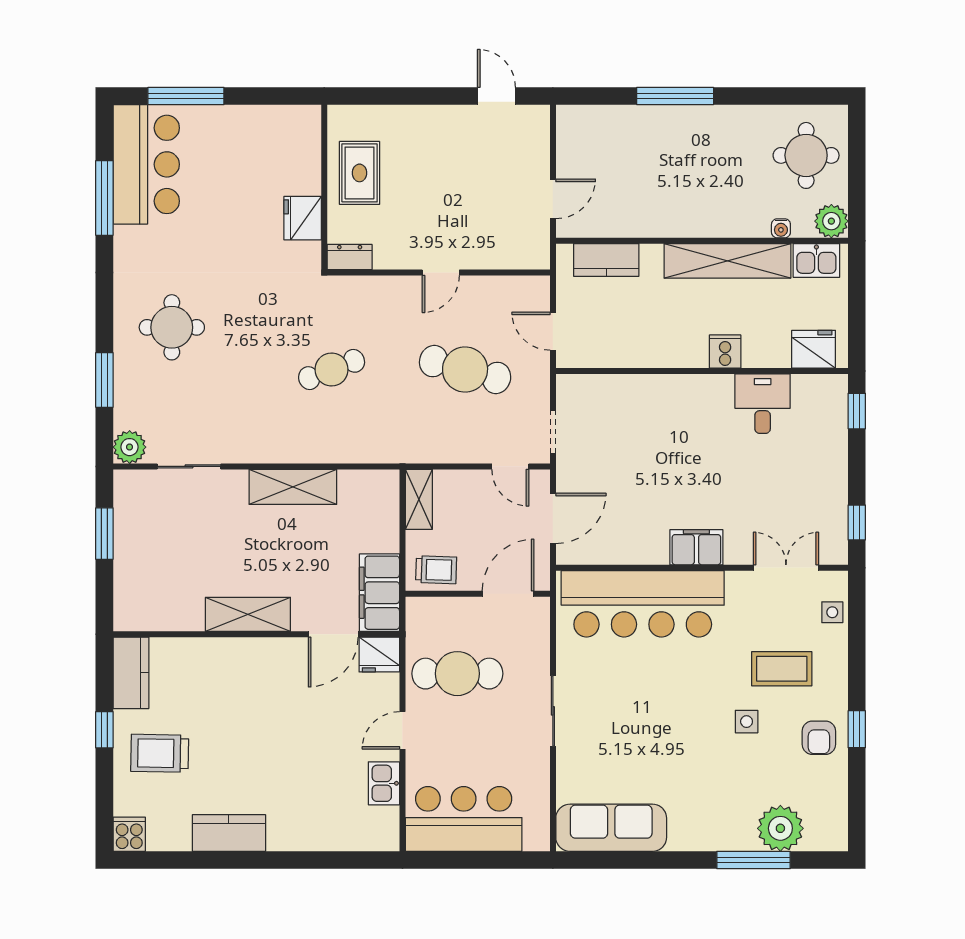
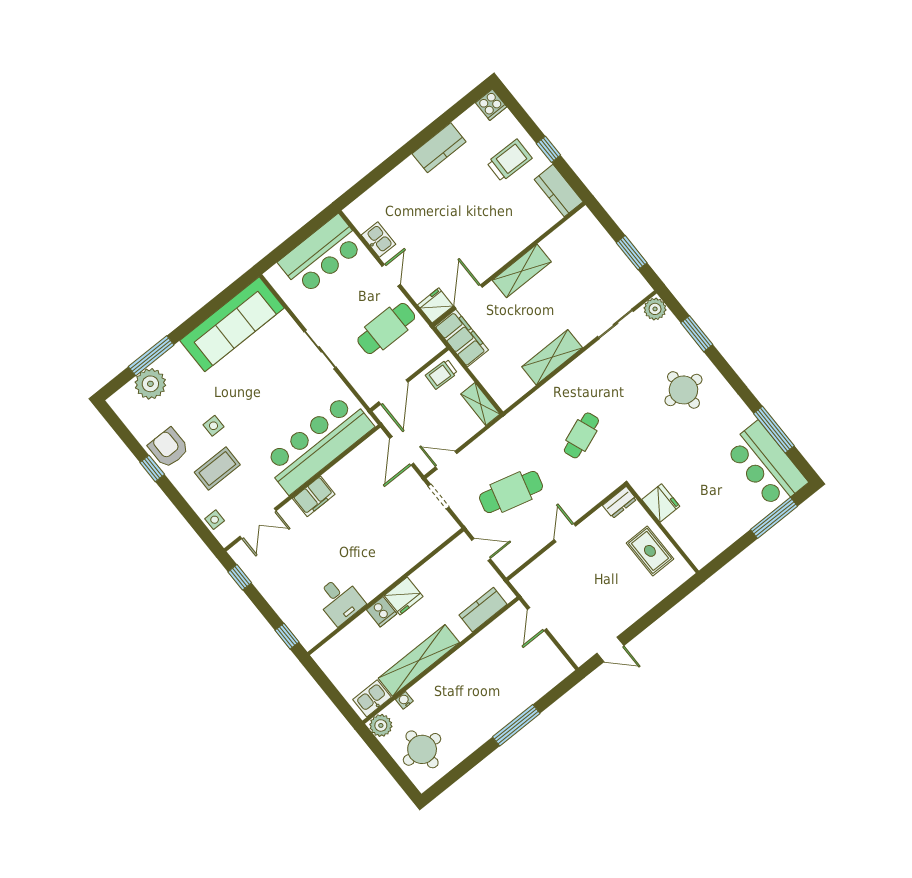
fridge: (814, 349) -> (404, 596), moved
armchair: (819, 738) -> (169, 448), width x1.38, depth x1.38
sofa: (611, 828) -> (232, 324), width x1.36, depth x1.27

